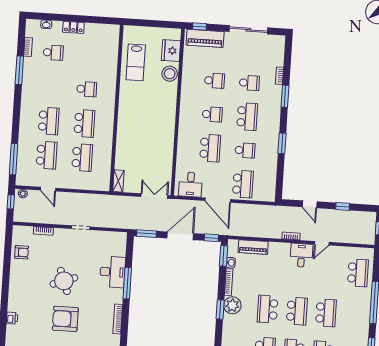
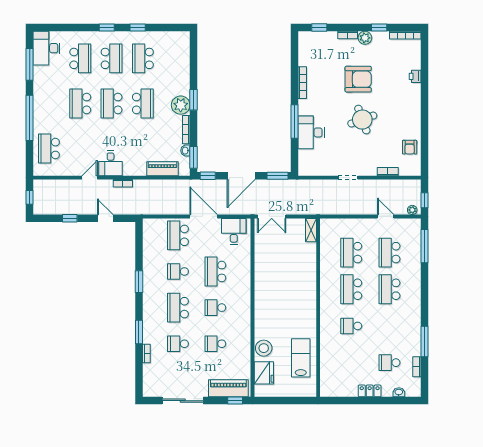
armchair: (21, 252) -> (410, 147), turned -90

